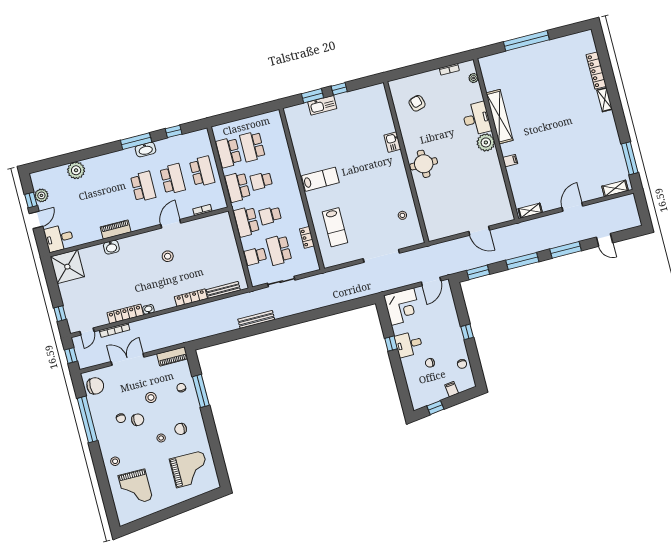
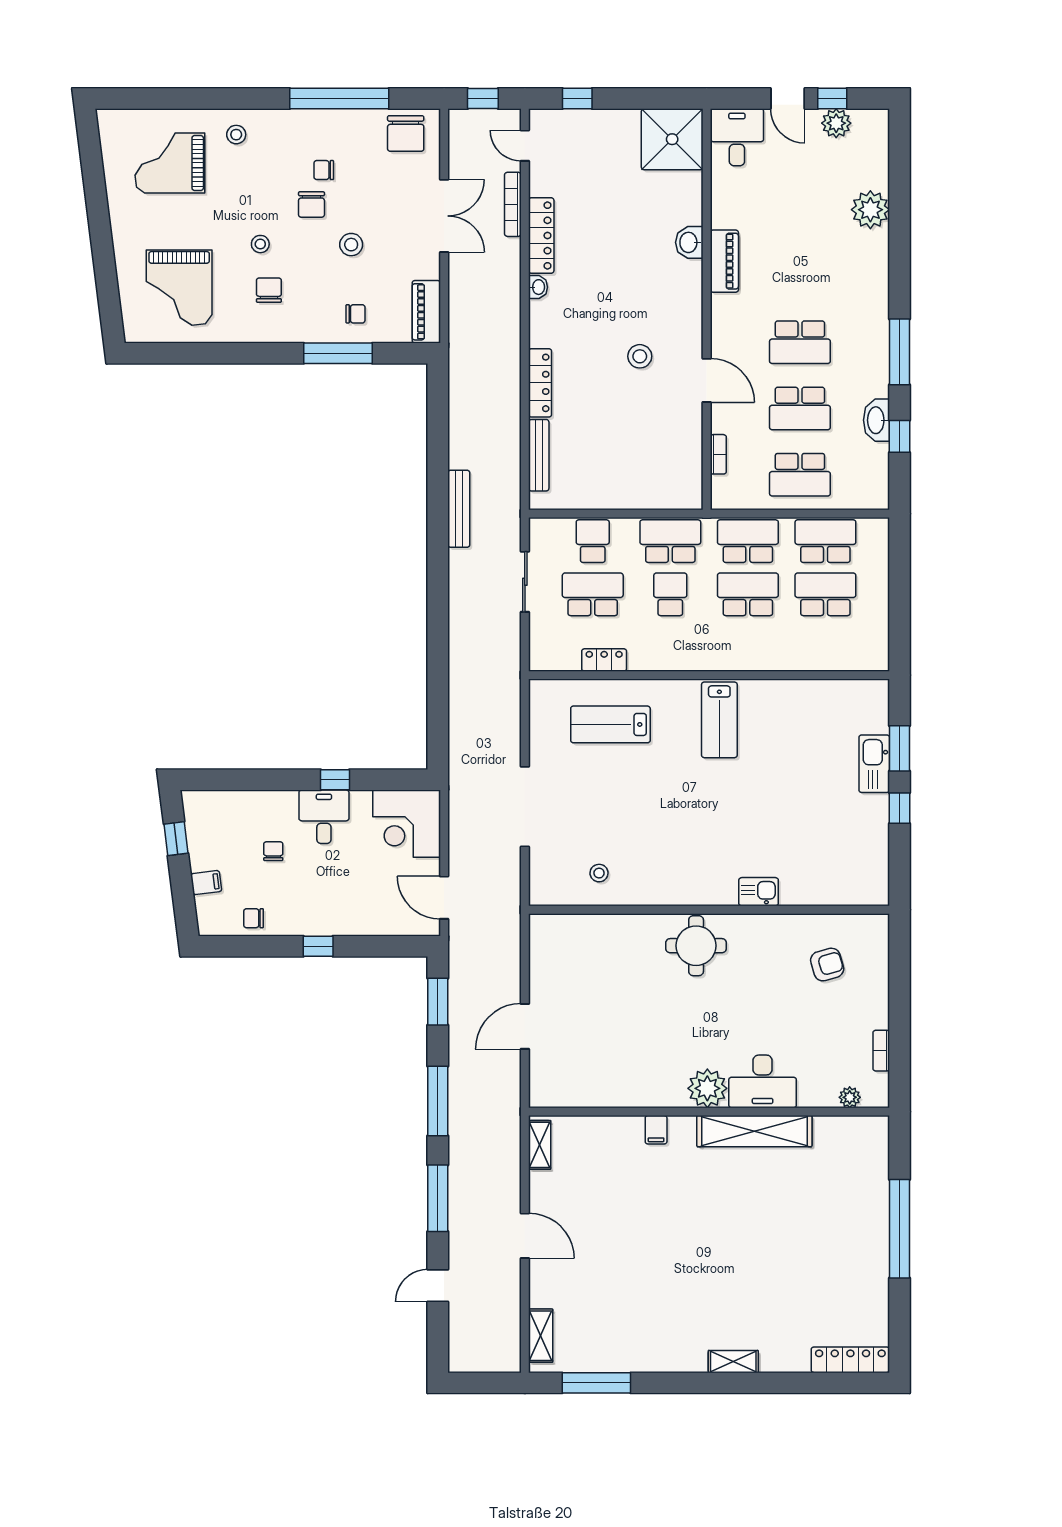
locker: (596, 71) -> (850, 1360), moved
washbasin: (146, 150) -> (877, 420), moved
school desk: (261, 181) -> (748, 594), width x1.85

